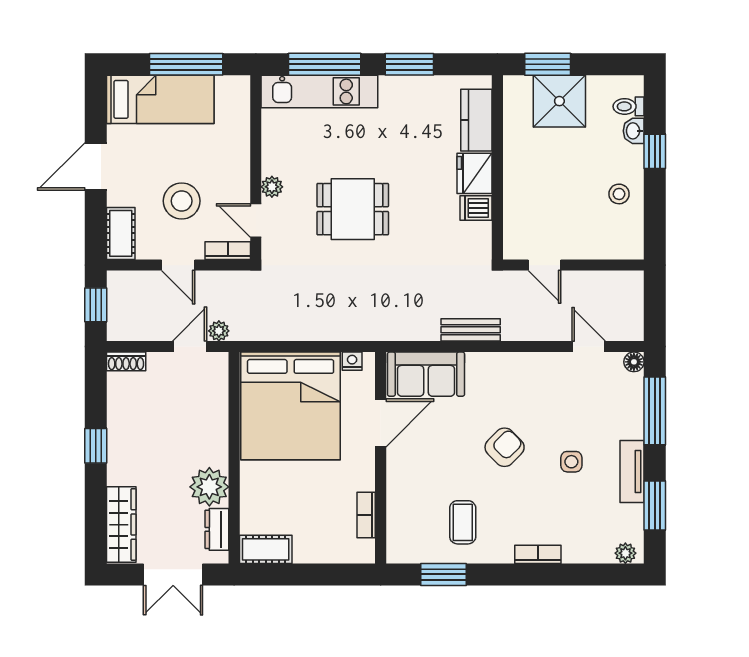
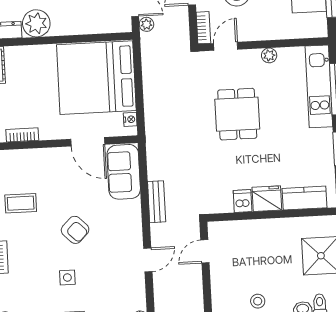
plant: (272, 187) -> (269, 55), moved
door: (589, 346) -> (148, 260), moved

